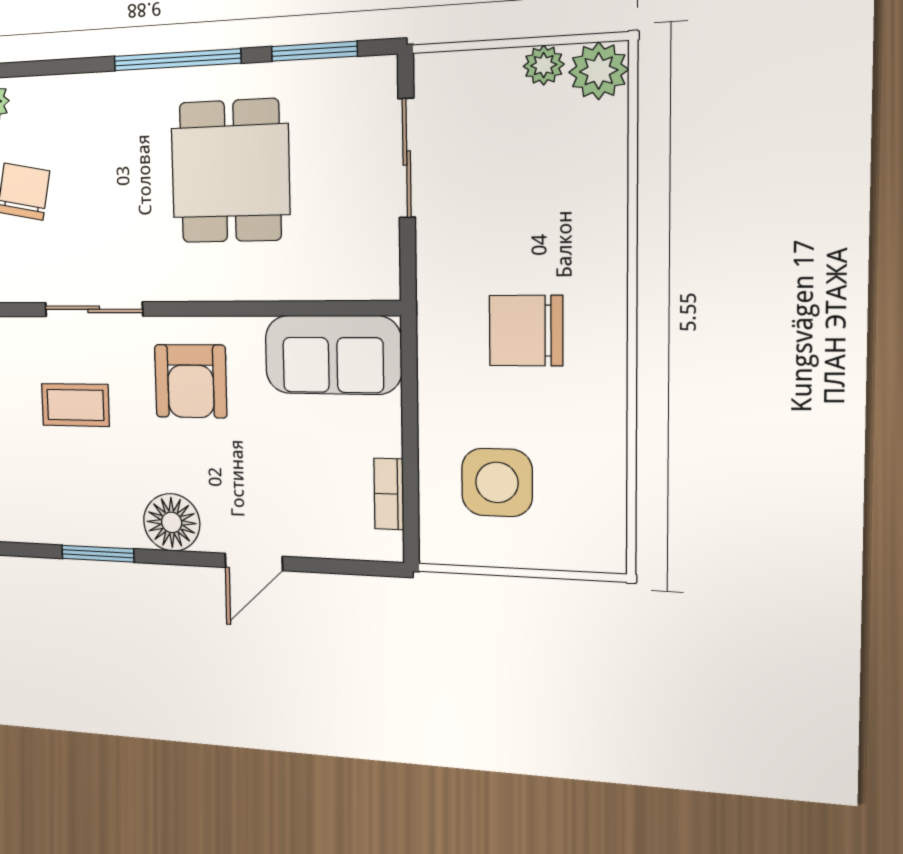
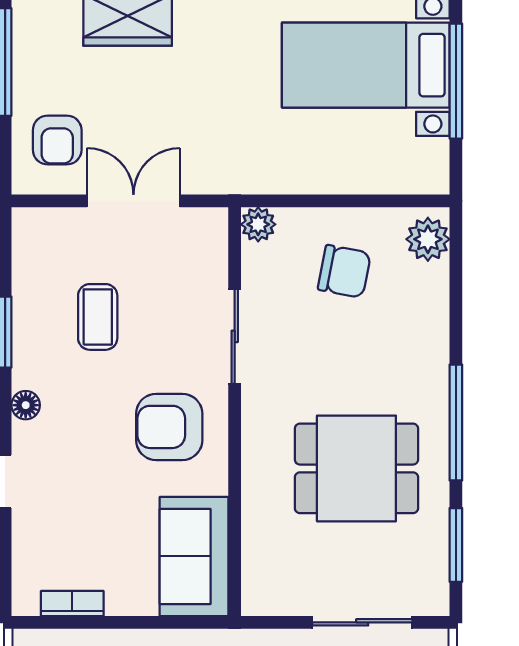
coffee table: (75, 405) -> (98, 317), moved
floor lamp: (172, 522) -> (26, 405), width x0.53, depth x0.53

